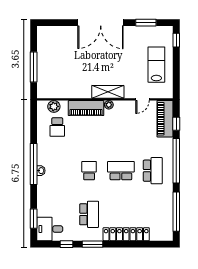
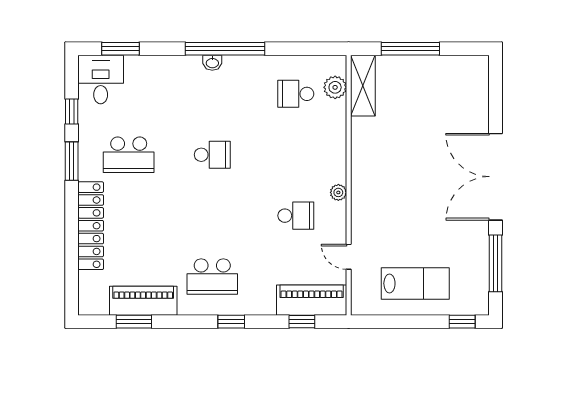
window: (146, 23) -> (496, 263), width x1.44
shelving: (108, 92) -> (363, 86), moved
piano: (86, 108) -> (143, 301), moved, turned 90
window: (176, 161) -> (231, 322), width x0.32
school desk: (121, 171) -> (296, 216), moved, width x0.54
window: (176, 212) -> (134, 322), width x0.47

